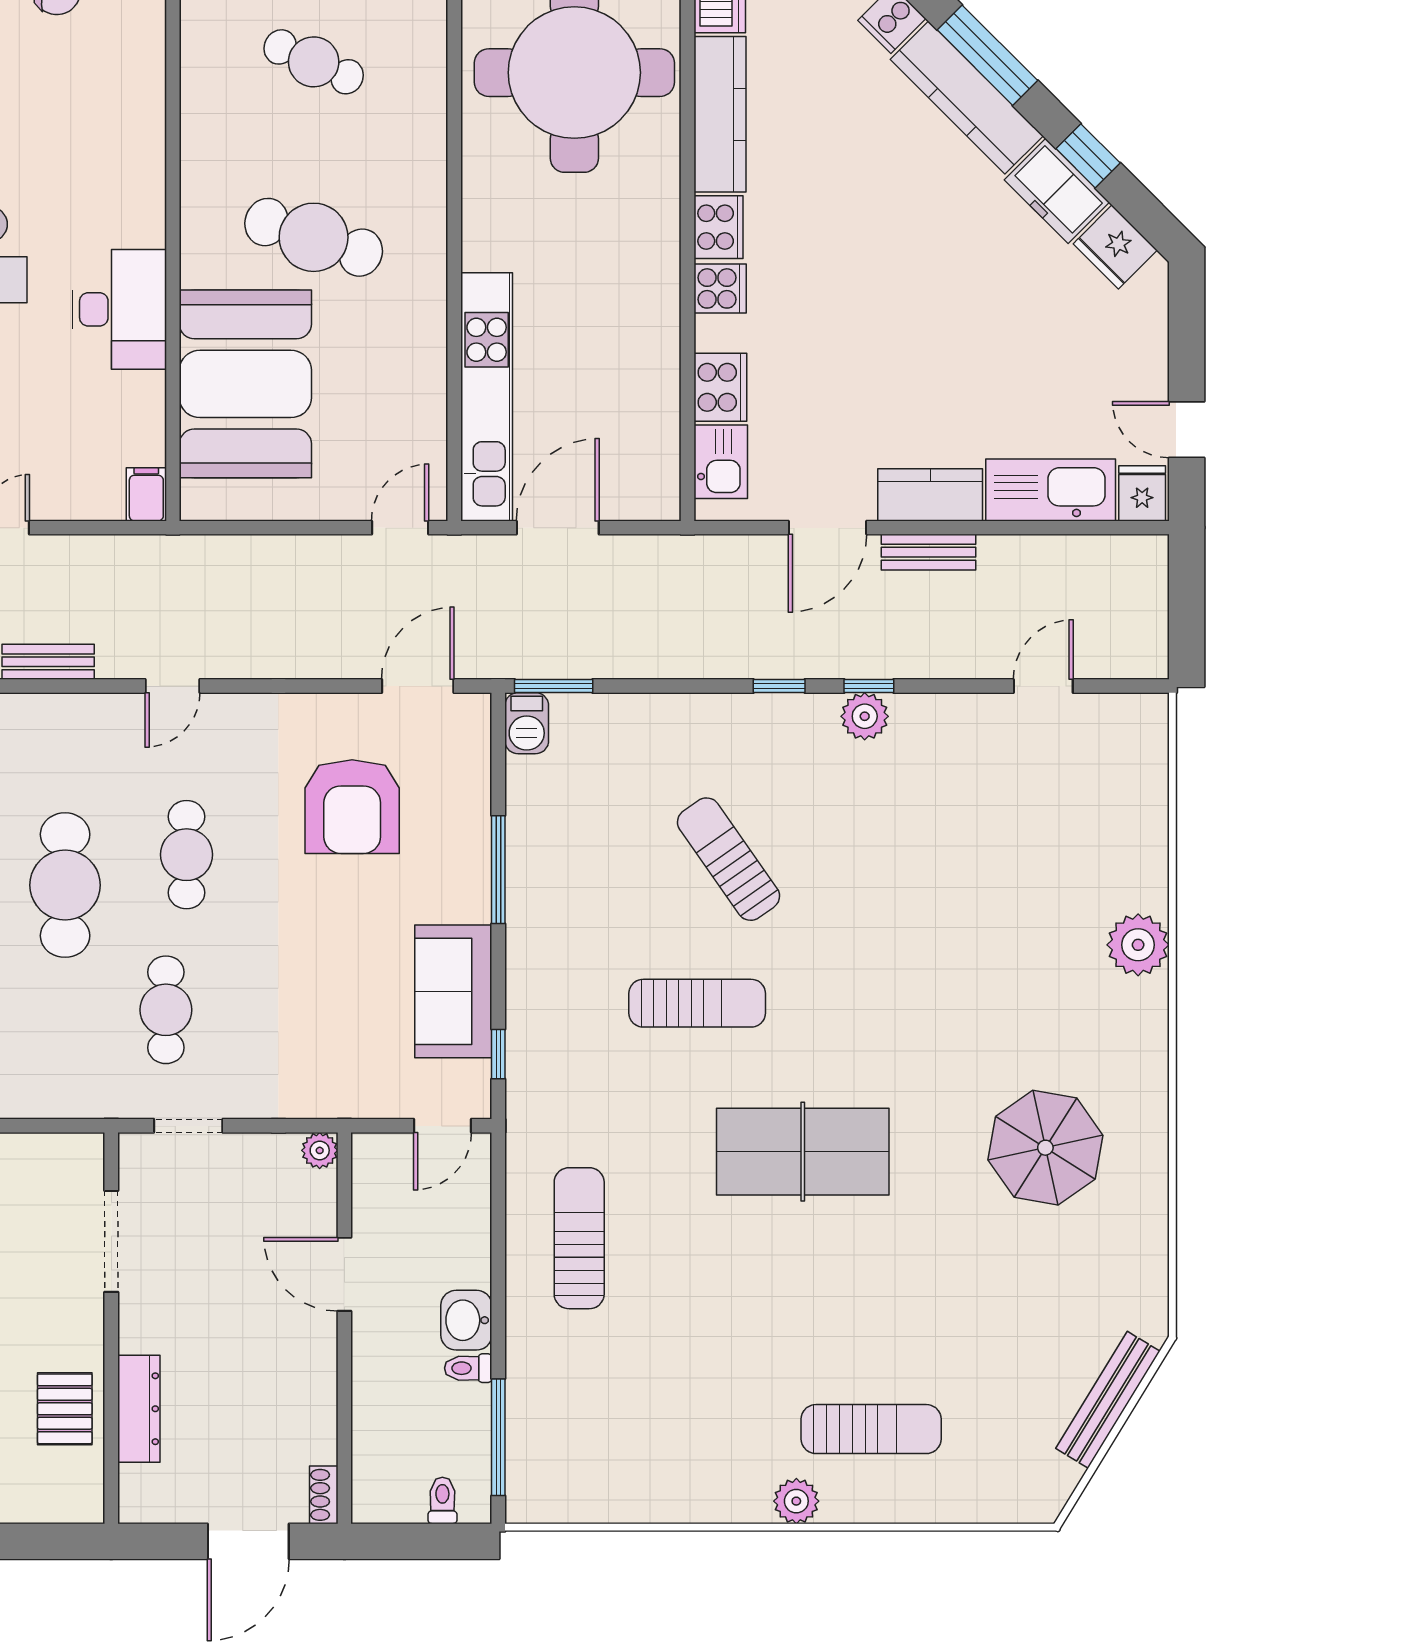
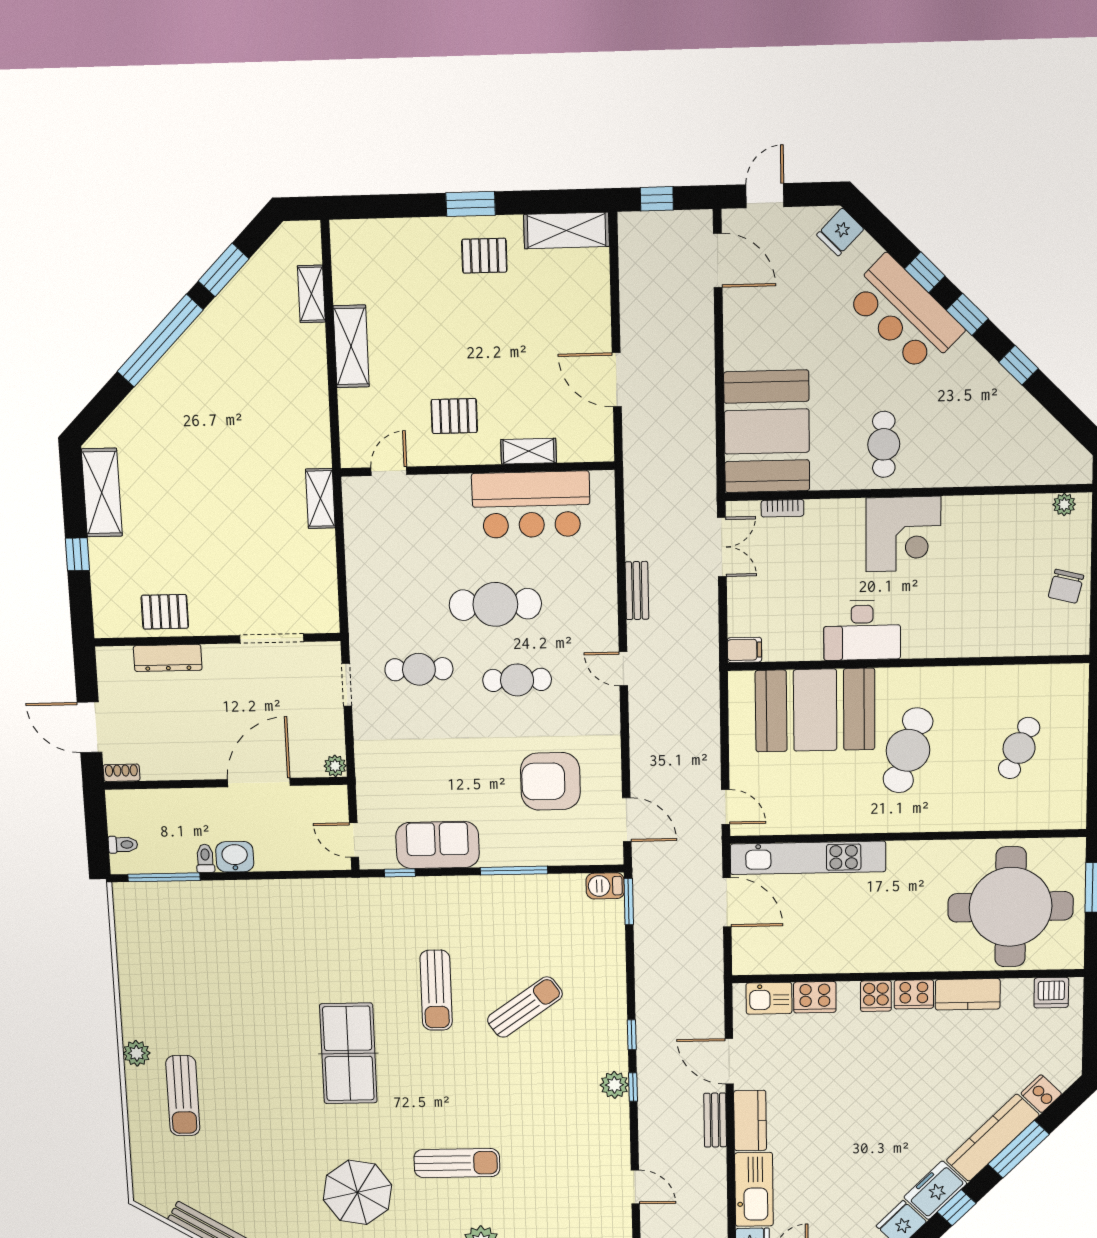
kitchen counter: (720, 114) -> (968, 994), width x0.67
sun lounger: (579, 1238) -> (457, 1163), moved
door: (344, 1274) -> (259, 783), width x1.36

